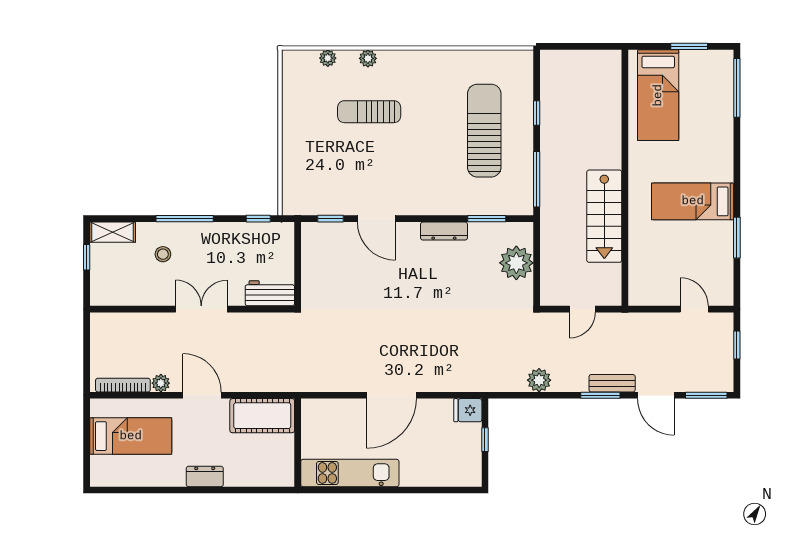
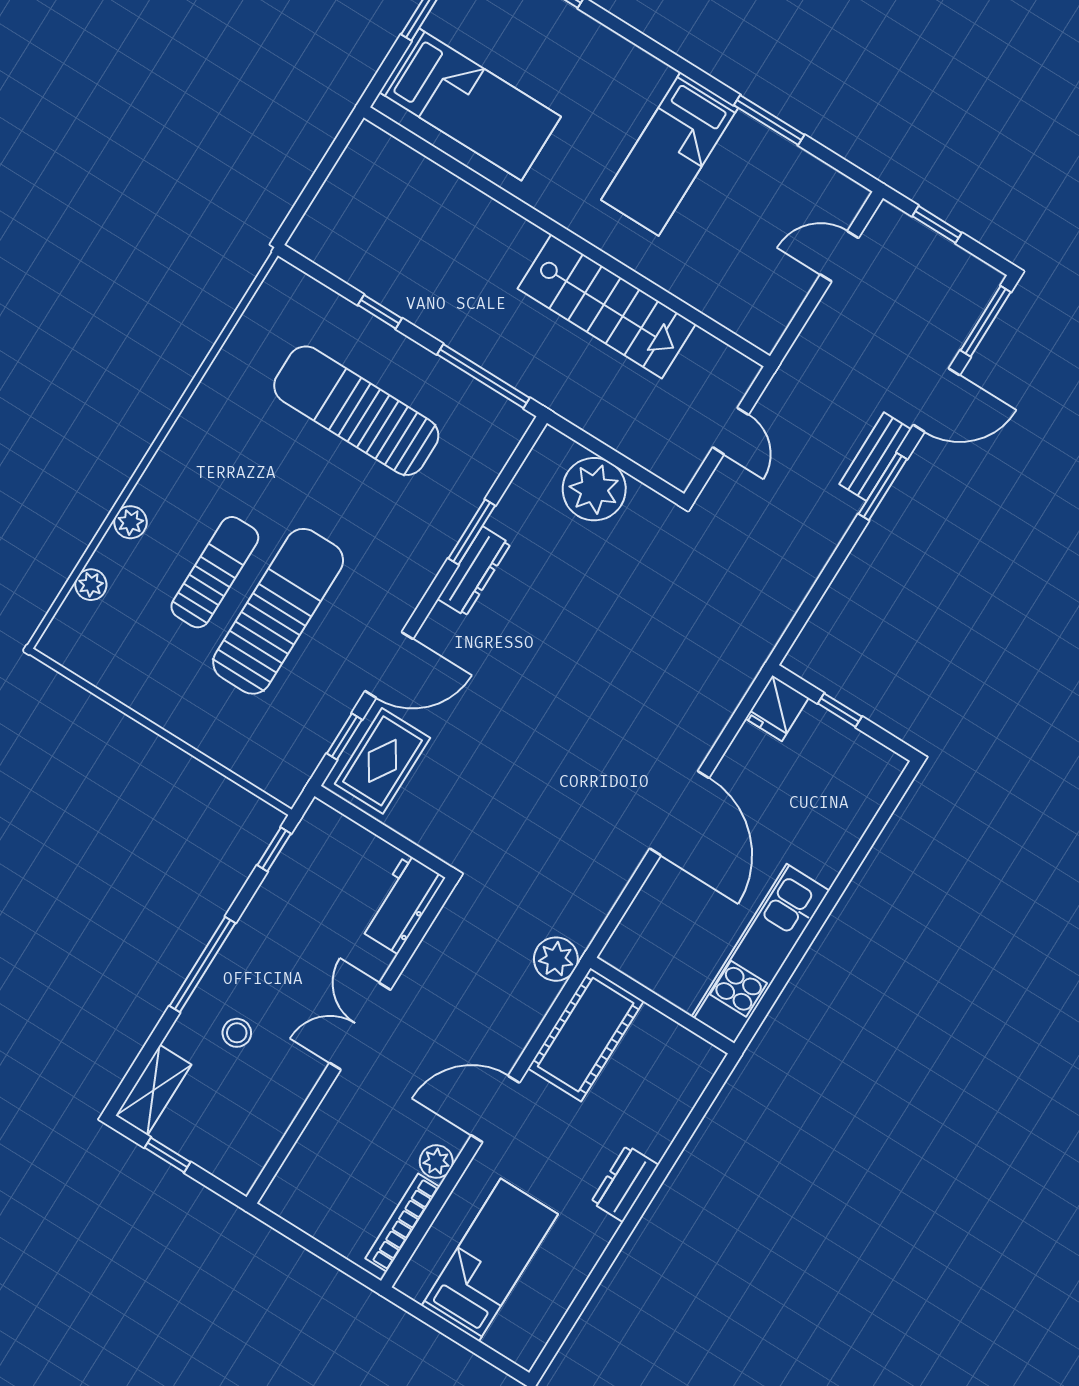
sun lounger: (369, 112) -> (215, 572), turned 180
sun lounger: (369, 152) -> (278, 611), added
window: (487, 219) -> (472, 532), moved
rug: (330, 243) -> (382, 761), added
plant: (539, 380) -> (556, 959), moved

